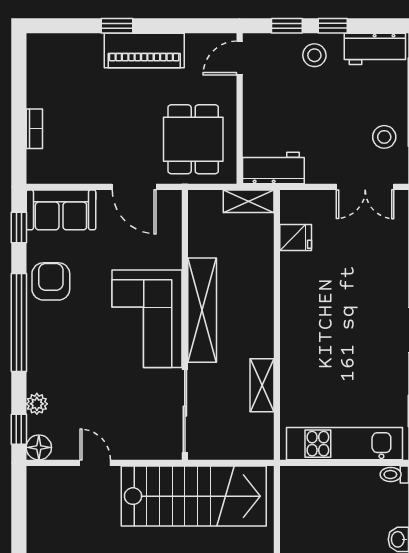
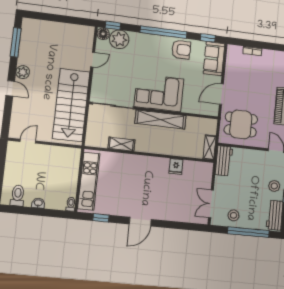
fridge: (296, 237) -> (176, 166), moved
plant: (37, 404) -> (119, 39), width x1.88, depth x1.88

